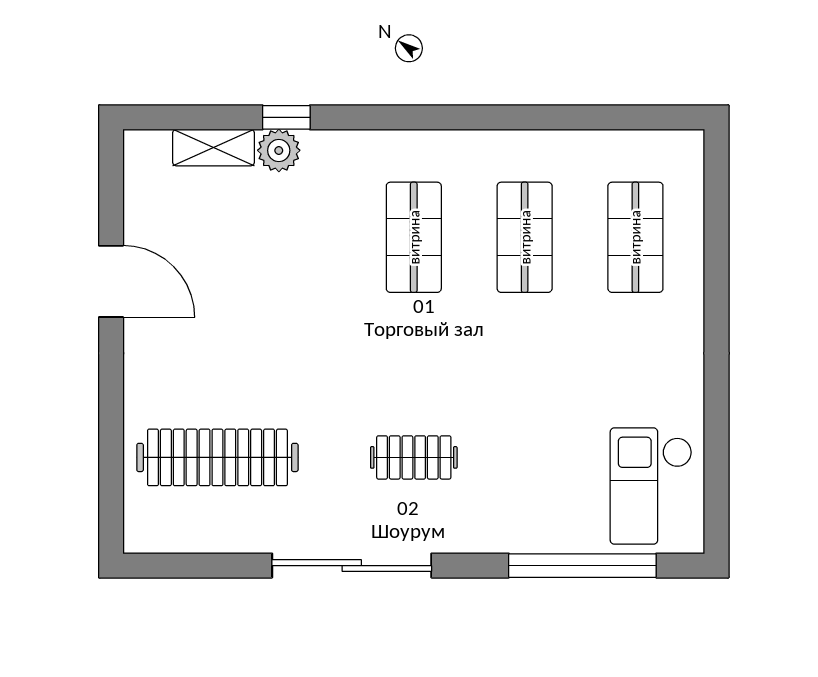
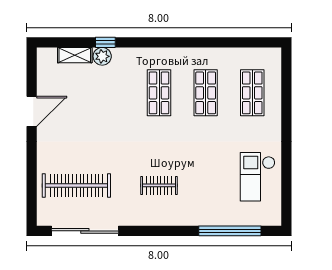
door: (111, 281) -> (32, 111), hinge flipped
checkout: (651, 486) -> (258, 177), moved
sliding door: (352, 566) -> (85, 231), moved

